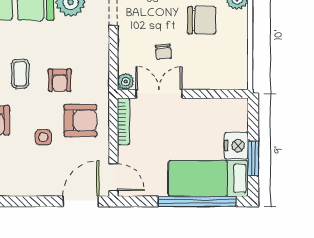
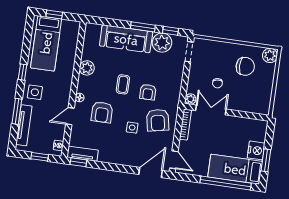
armchair: (81, 120) -> (158, 120), turned 79

